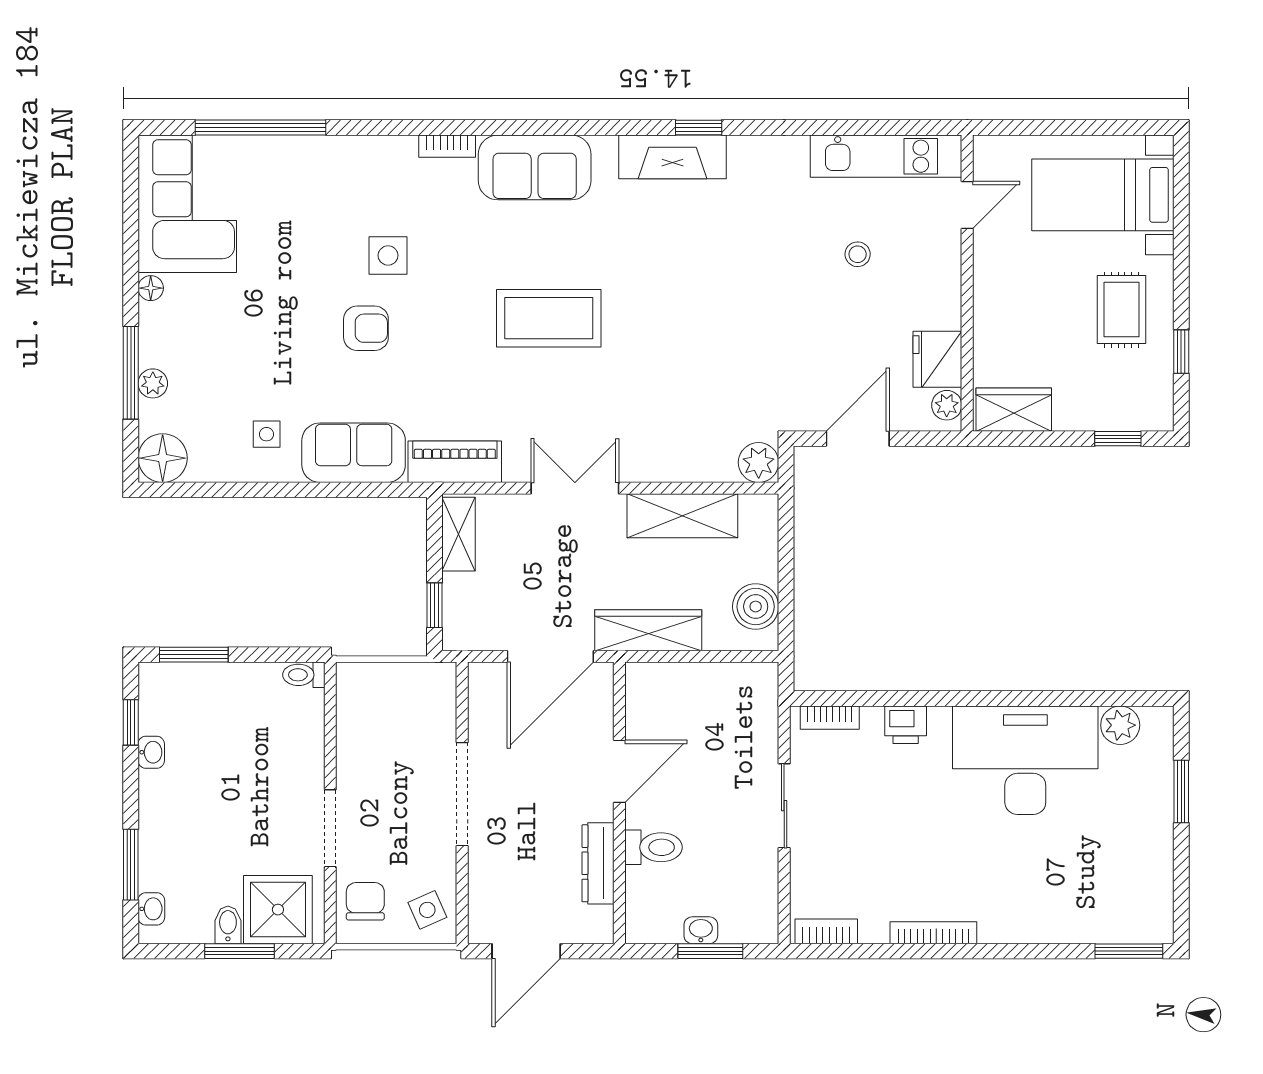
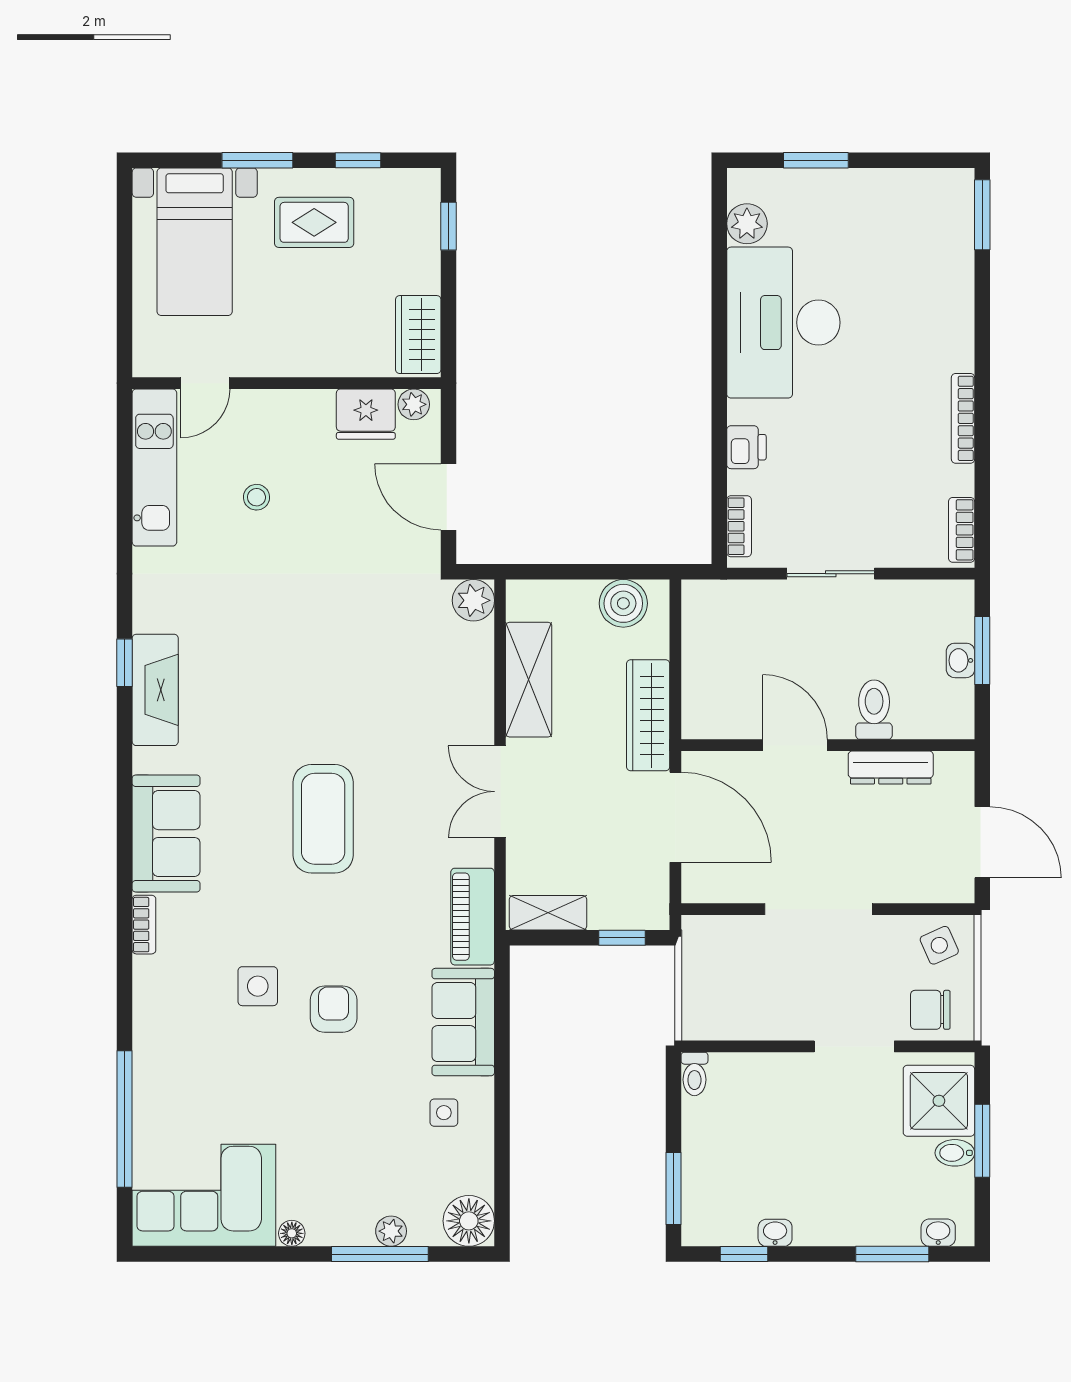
door: (967, 205) -> (205, 383), swing flipped
window: (1181, 255) -> (257, 160), added

